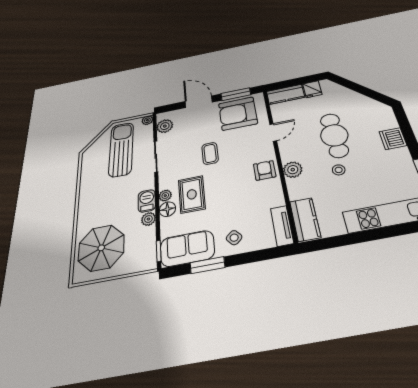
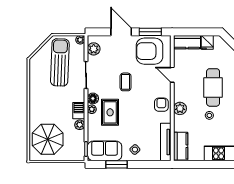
door: (273, 132) -> (172, 75), swing flipped
floor lamp: (167, 209) -> (93, 98), moved
tv unit: (282, 226) -> (166, 142), width x1.41

